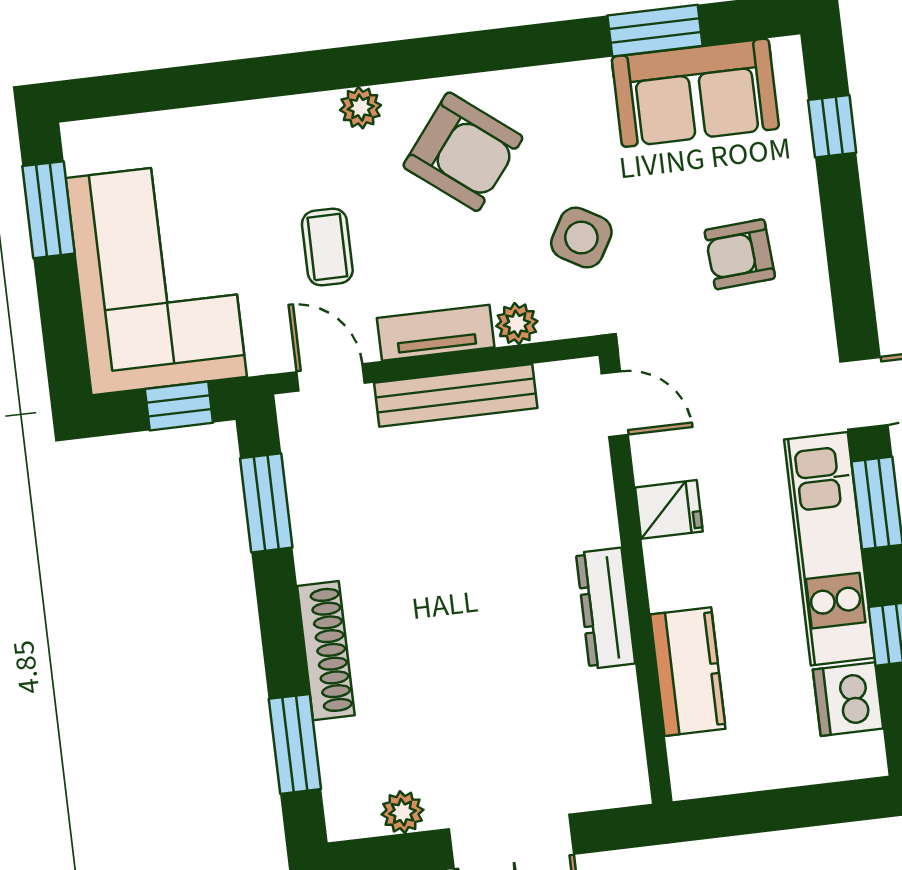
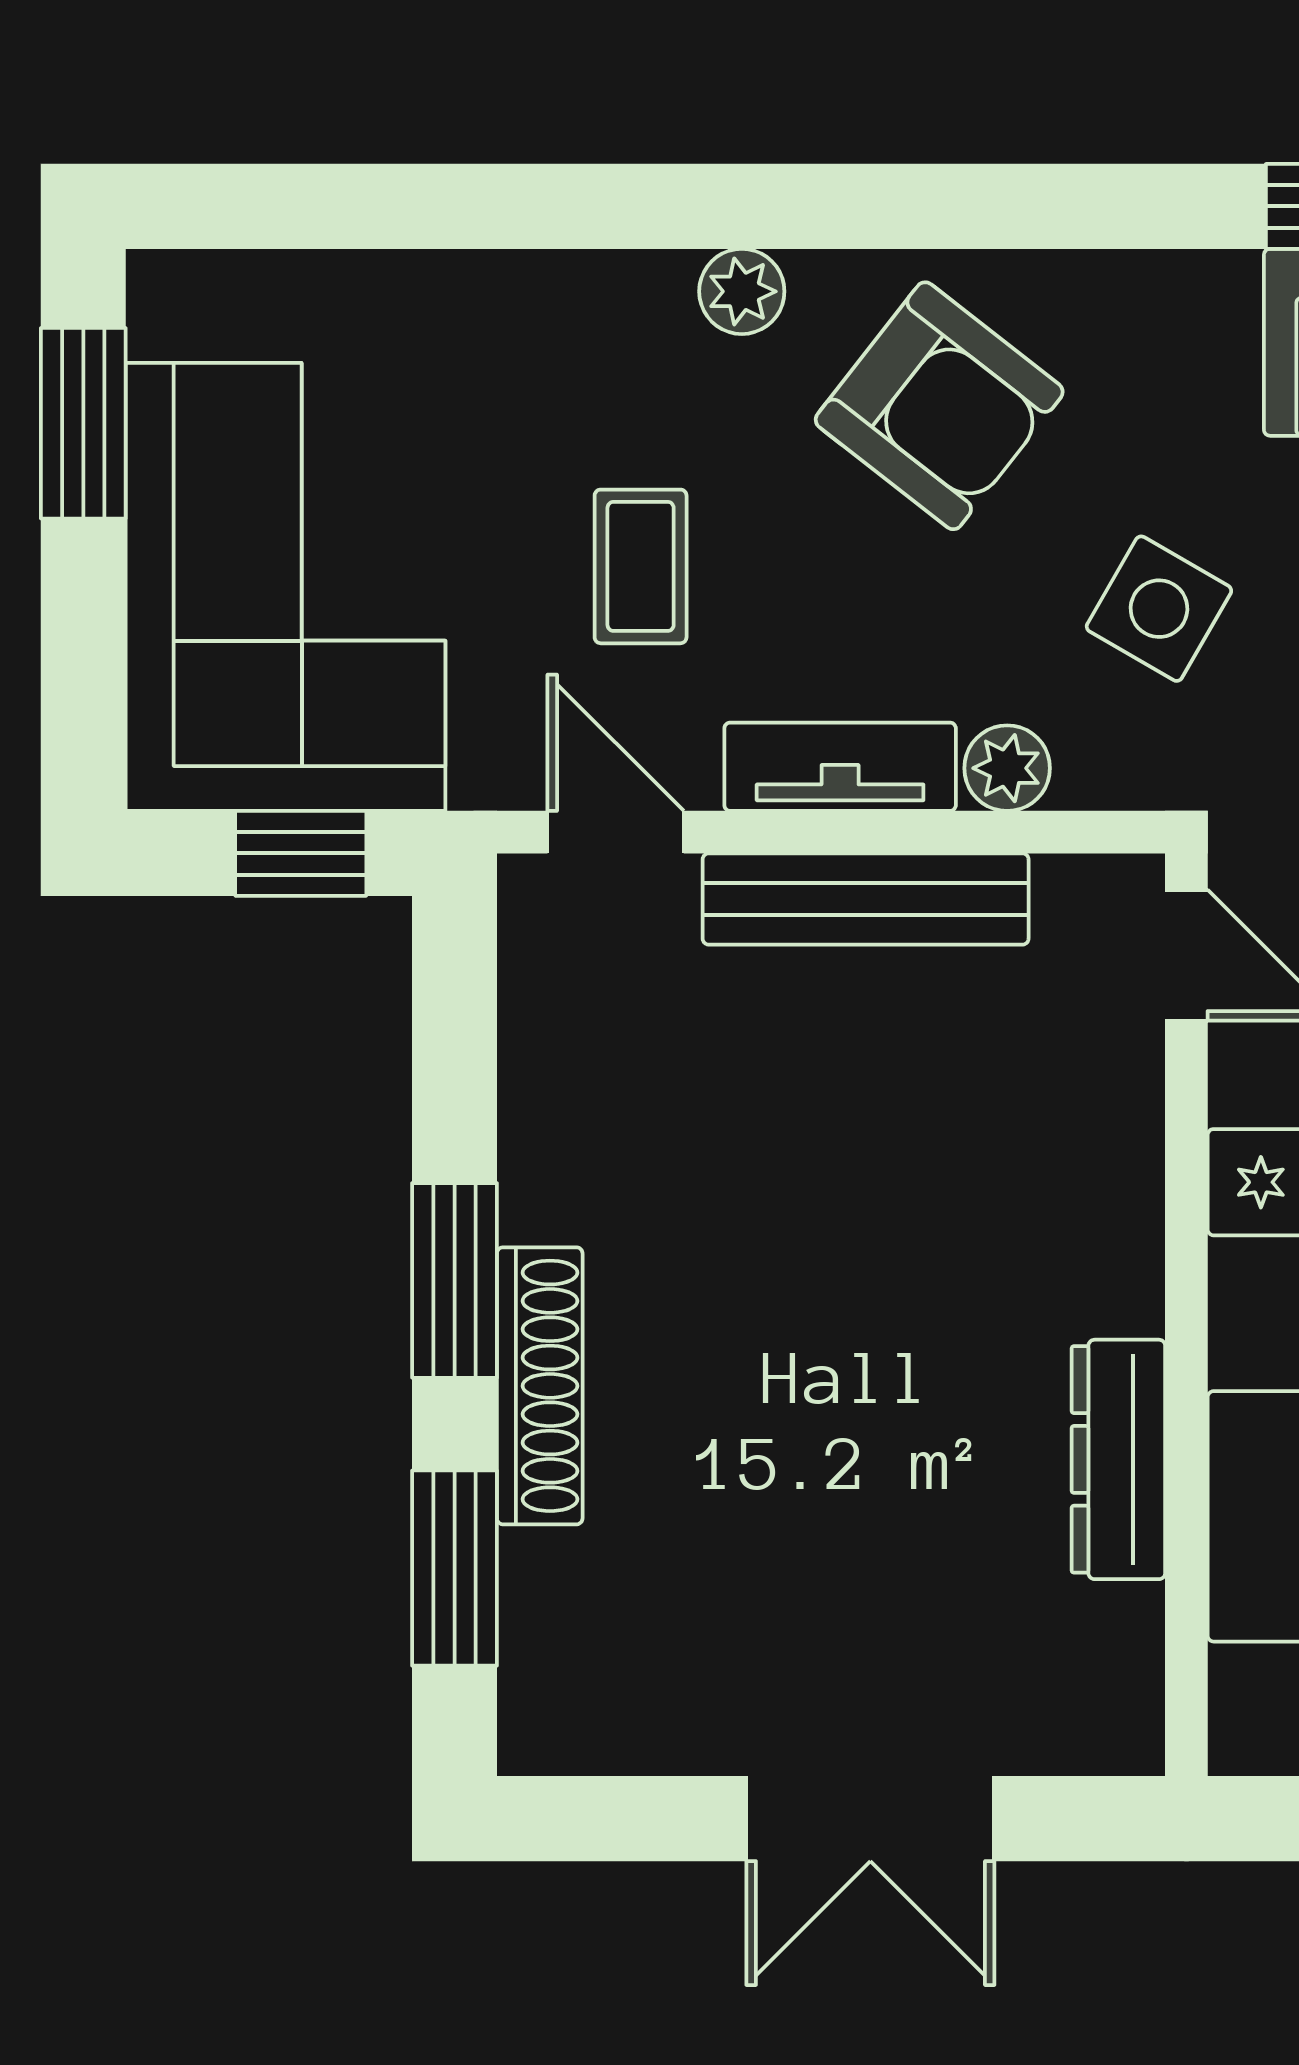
window: (266, 503) -> (455, 1280), moved
dresser: (606, 608) -> (1118, 1459), moved
plant: (402, 812) -> (656, 1733), removed

